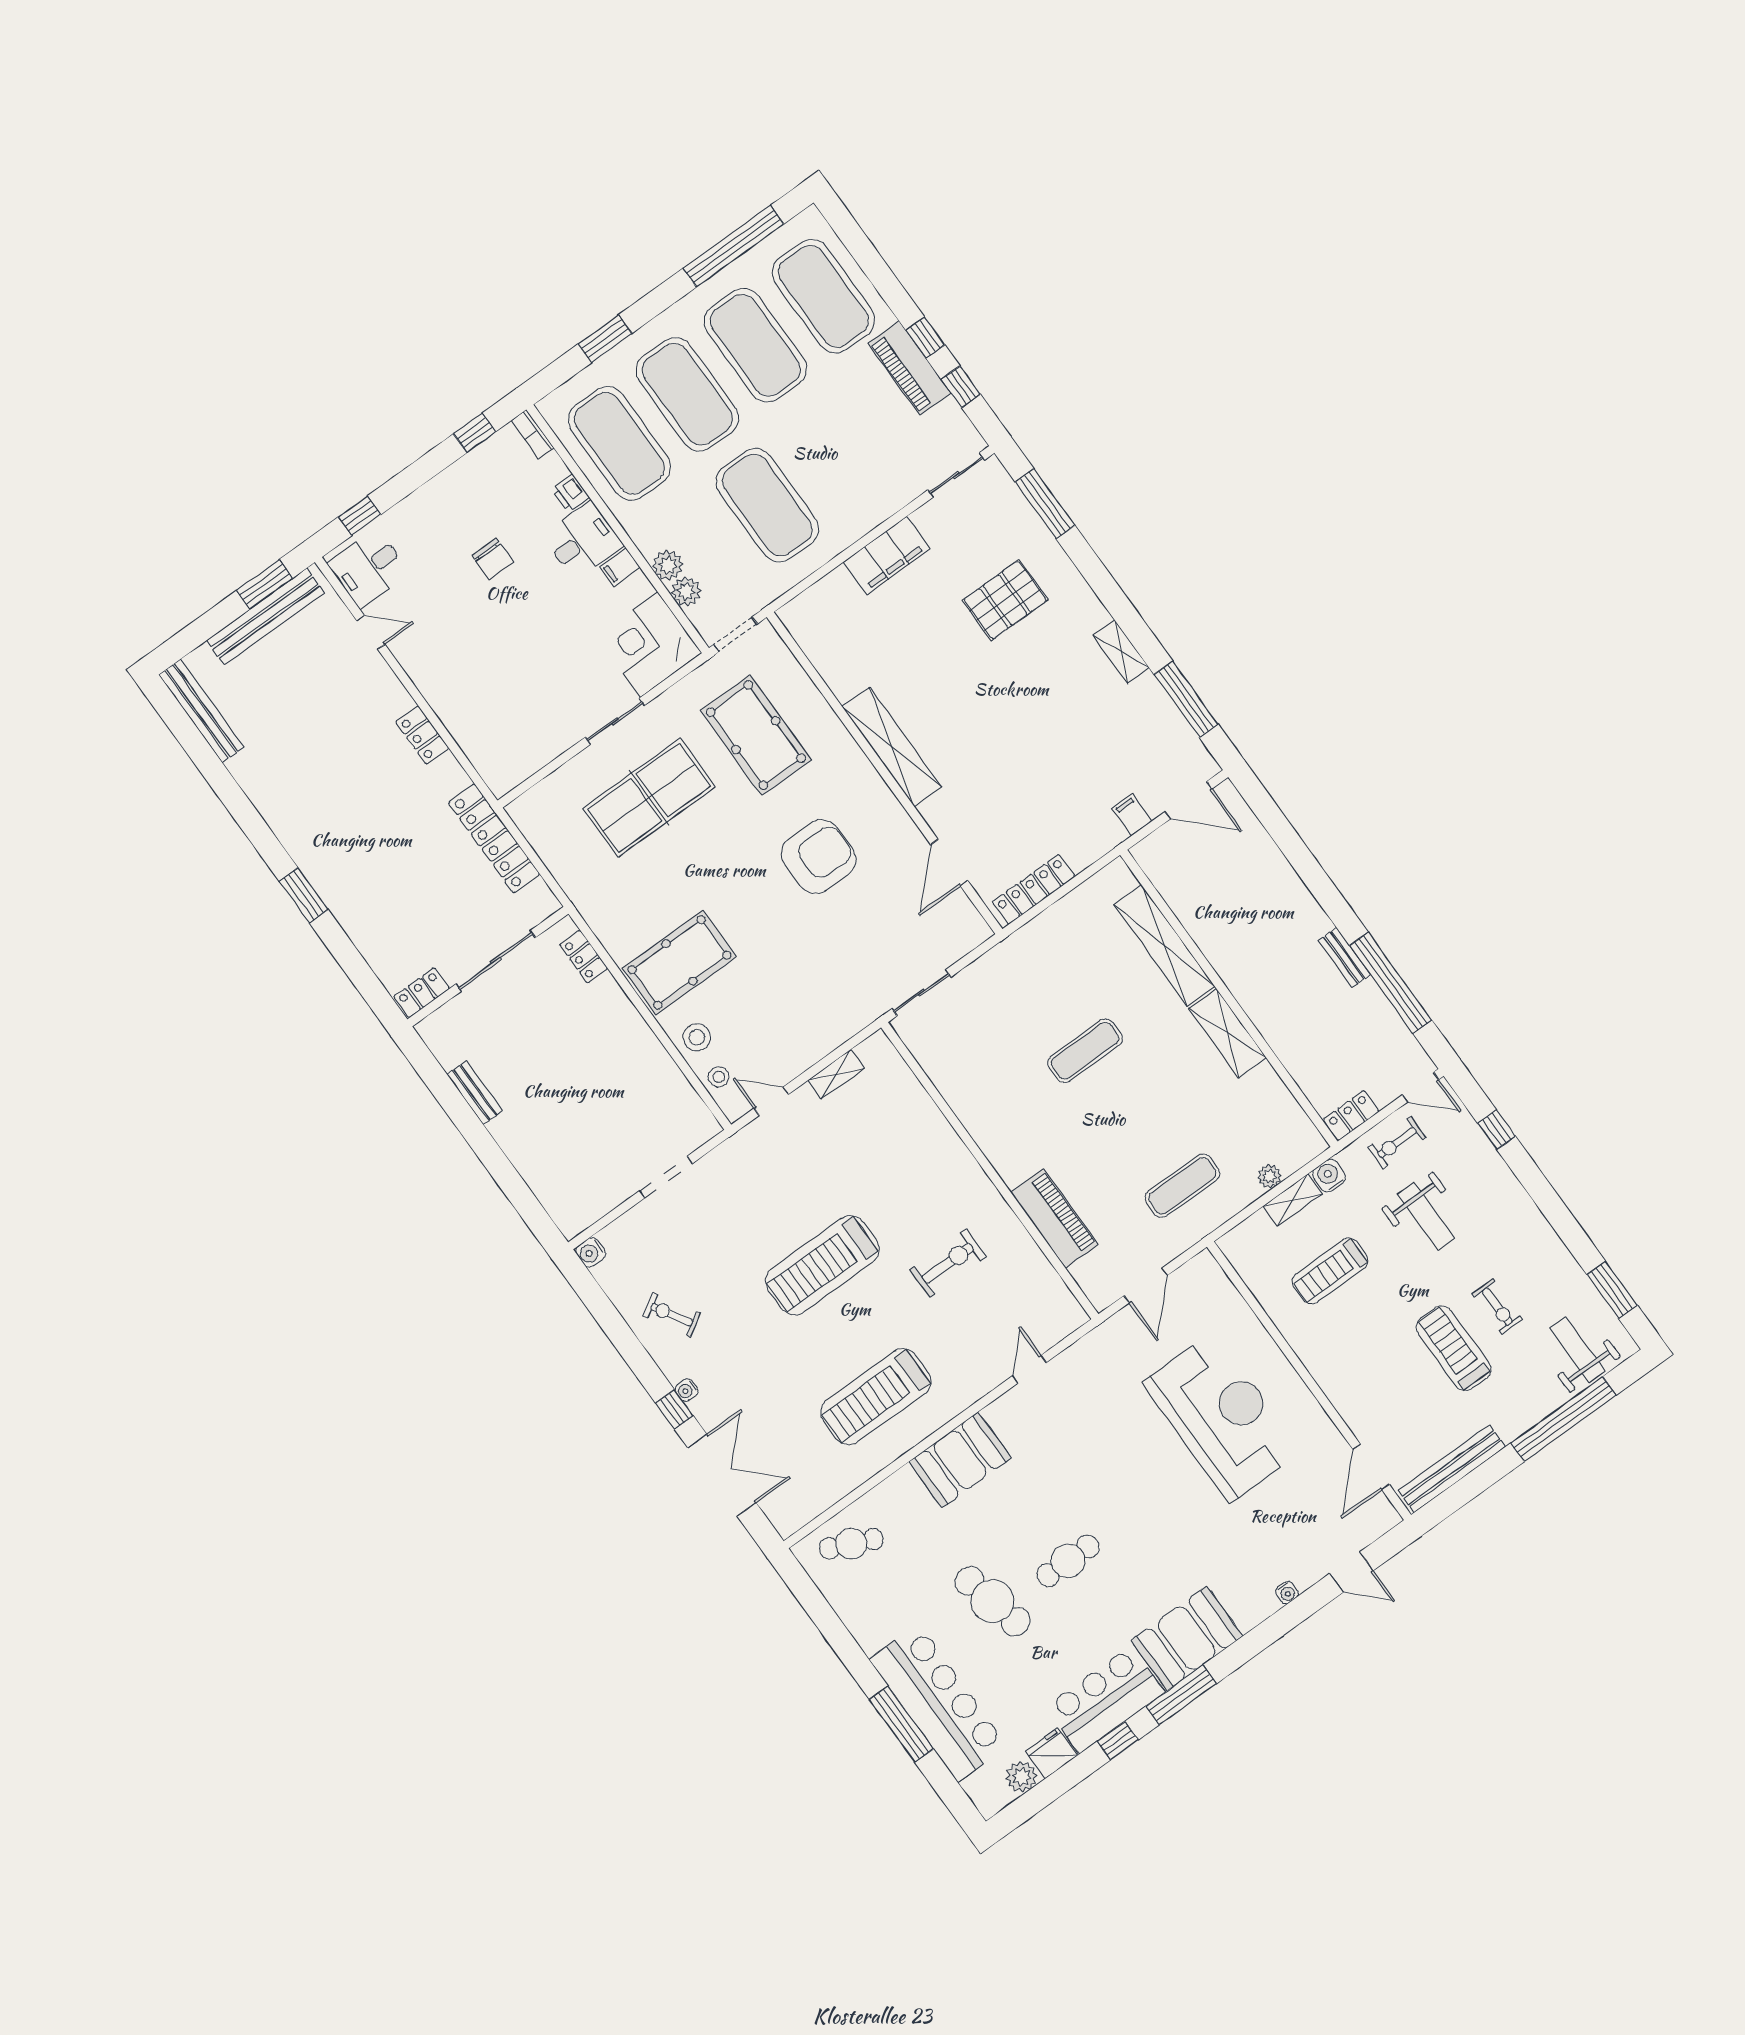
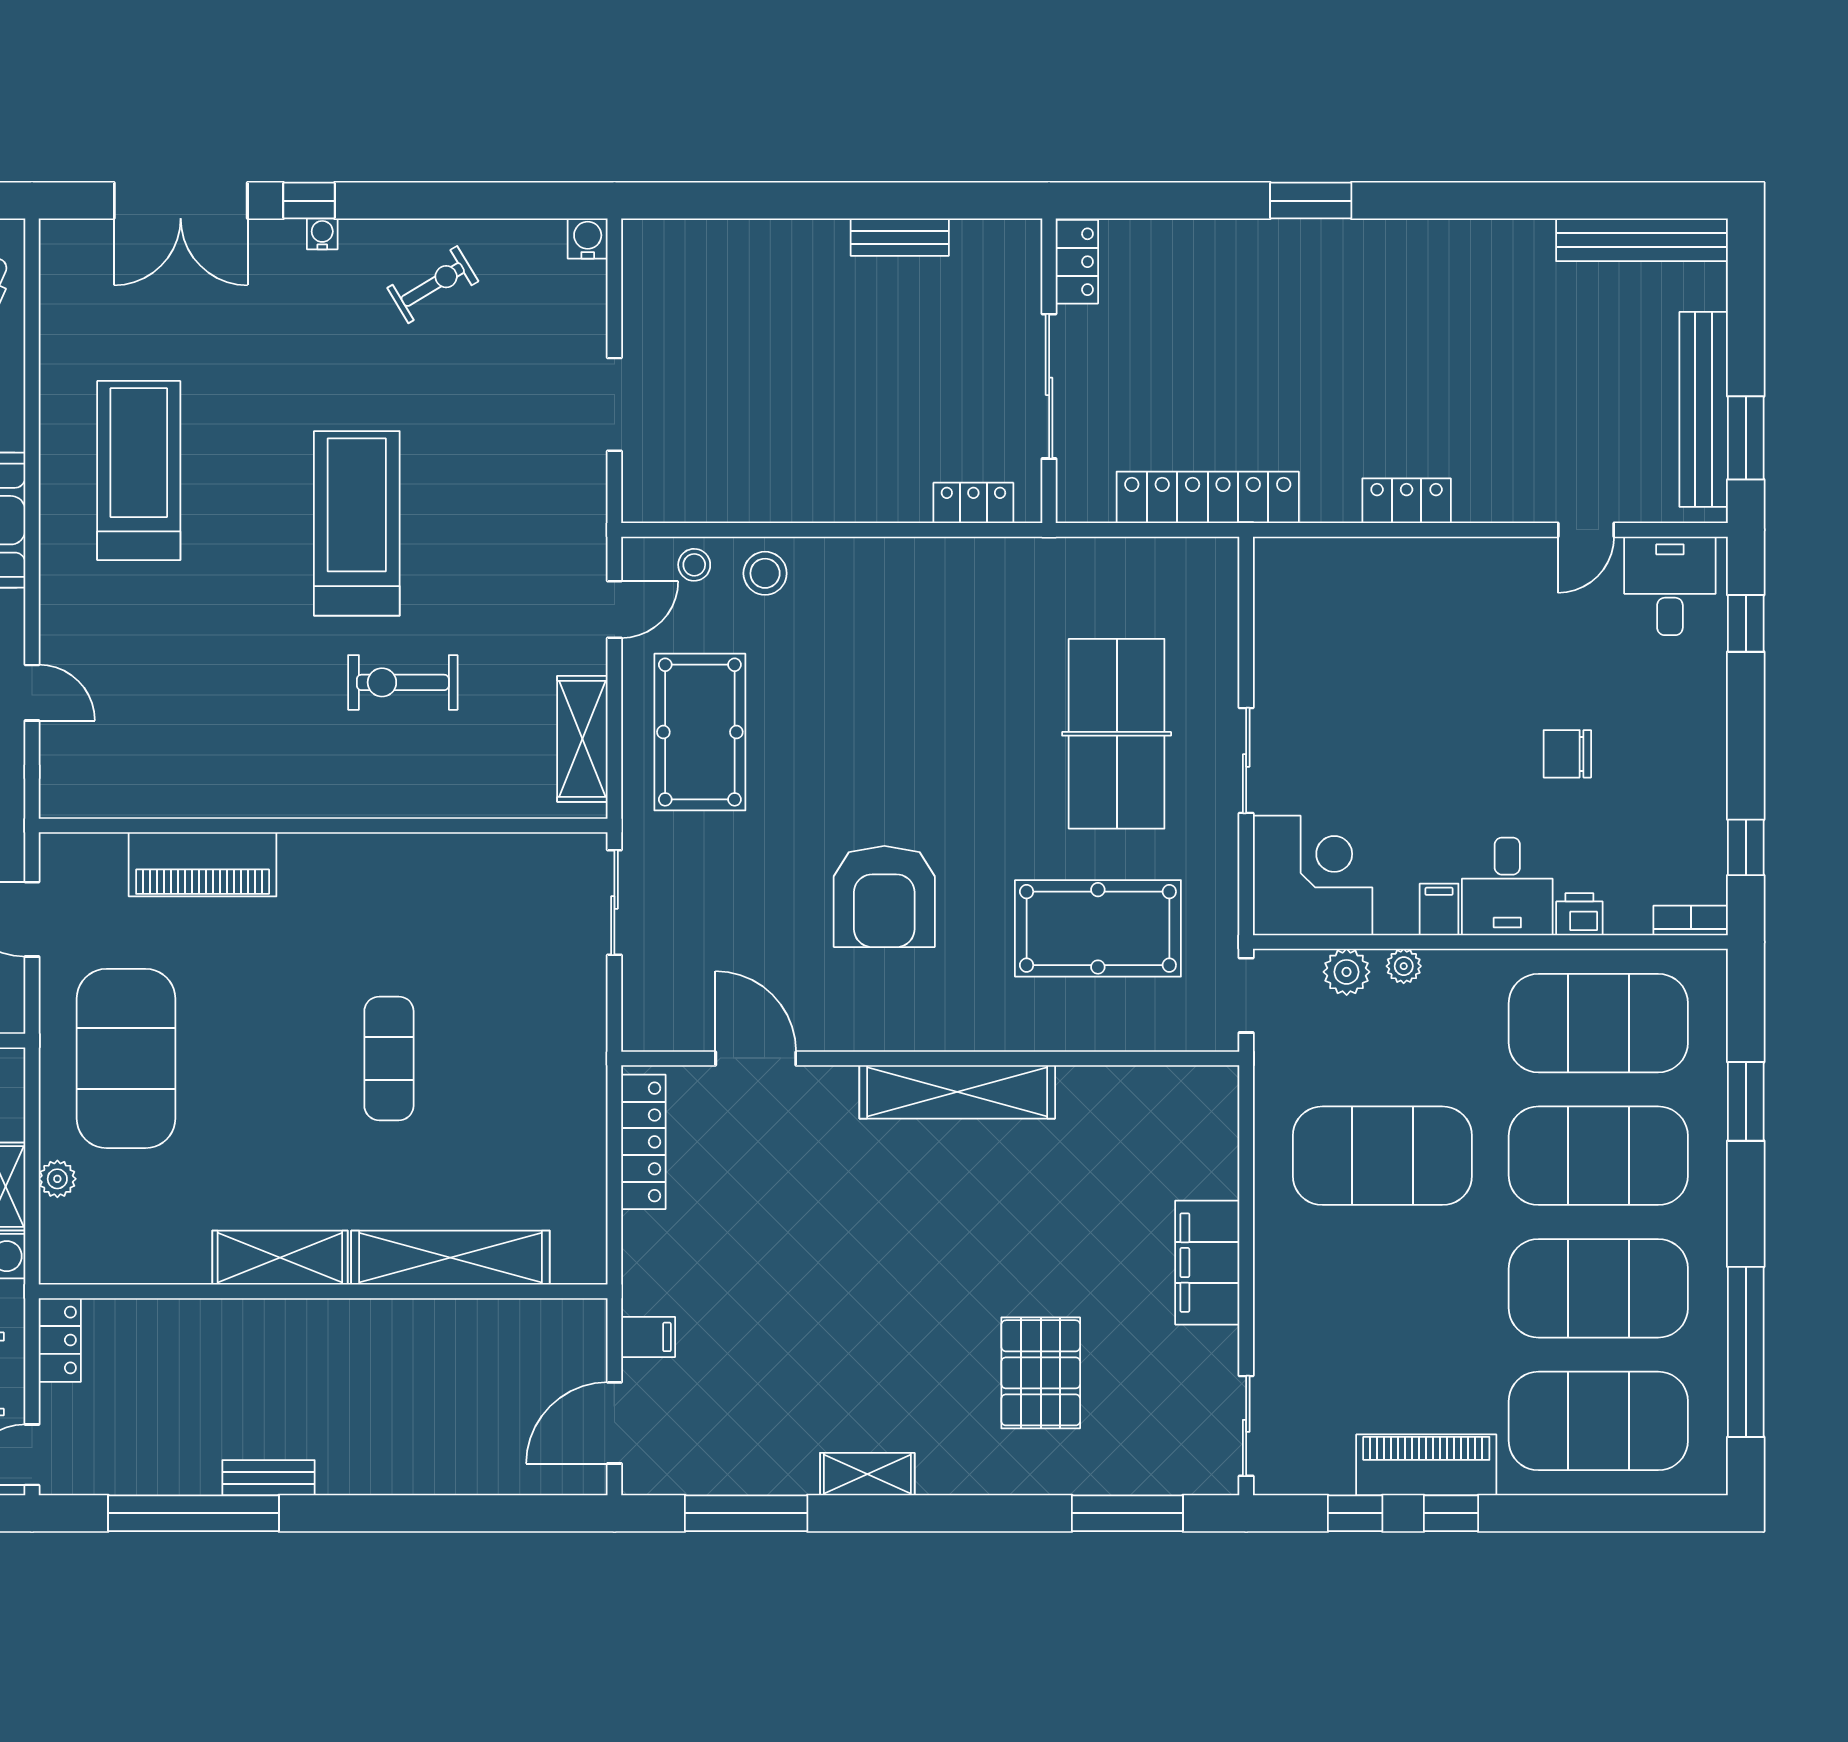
plant: (668, 565) -> (1404, 966), width x0.73, depth x0.73
pool table: (679, 962) -> (700, 732), moved
shelving: (836, 1074) -> (582, 739), width x1.50, depth x1.33
exercise mat: (1182, 1186) -> (126, 1058), width x2.00, depth x1.45
exercise bike: (948, 1263) -> (403, 682), moved, turned 90

